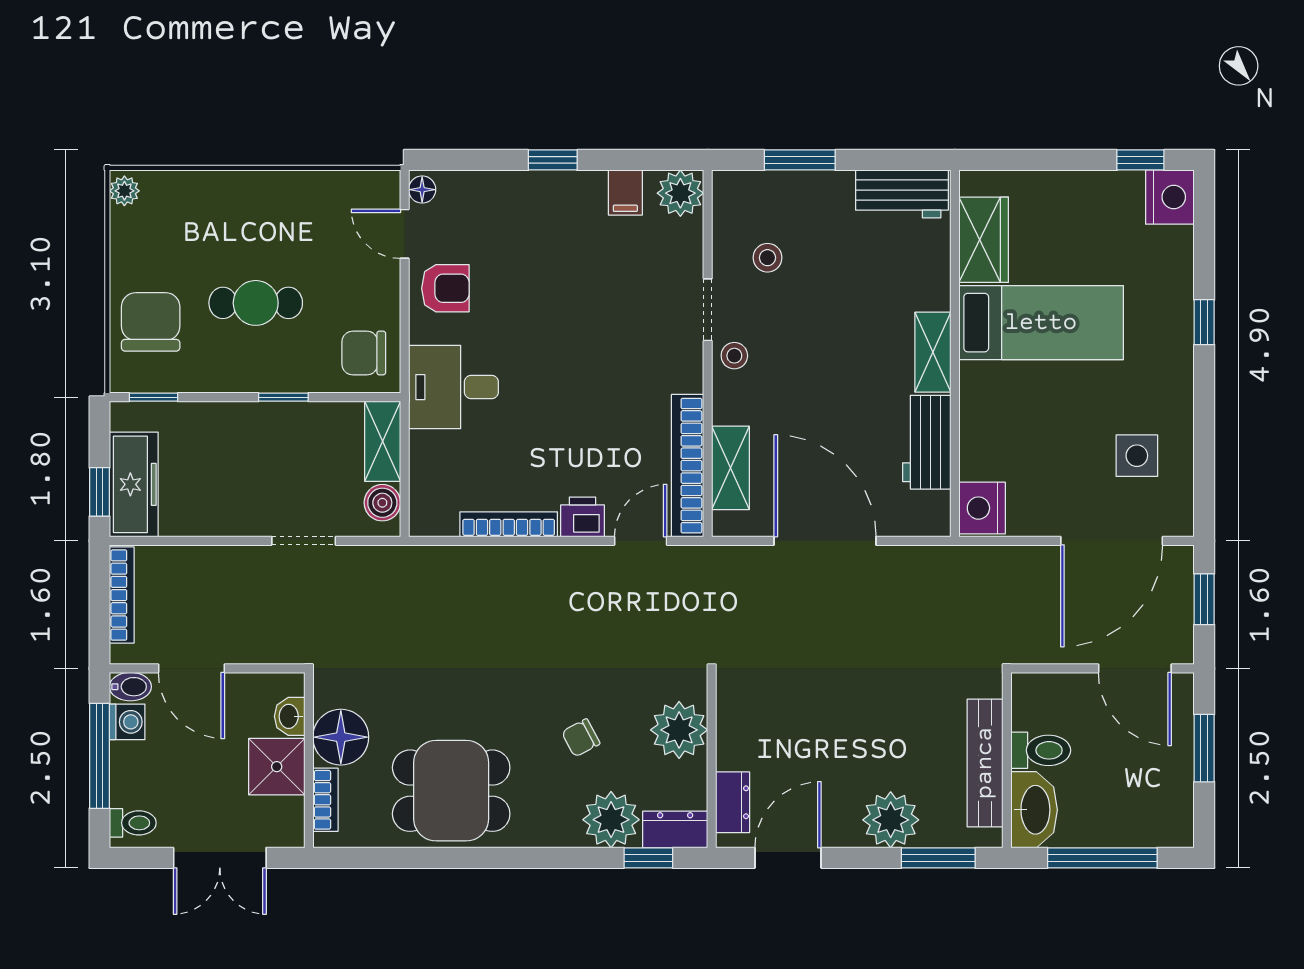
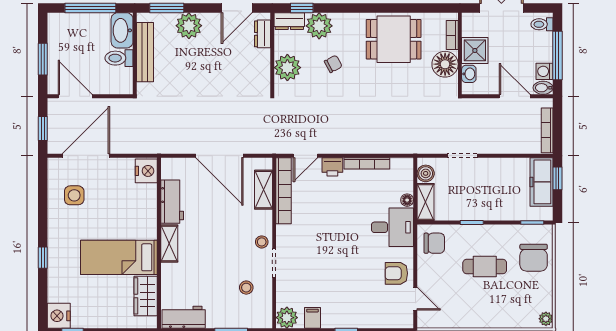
floor lamp: (422, 190) -> (407, 200), moved

